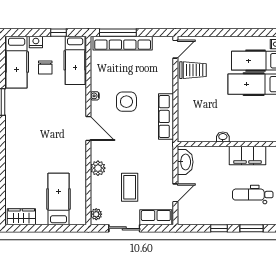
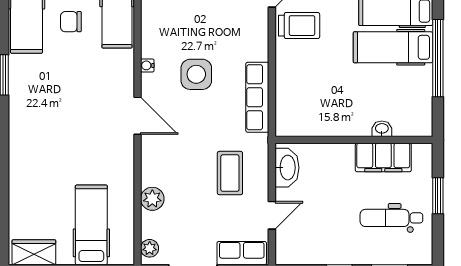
chair: (45, 68) -> (71, 22), turned 90
washbasin: (223, 137) -> (382, 129), moved
plant: (98, 168) -> (152, 199), moved
coffee table: (130, 187) -> (230, 173), moved

